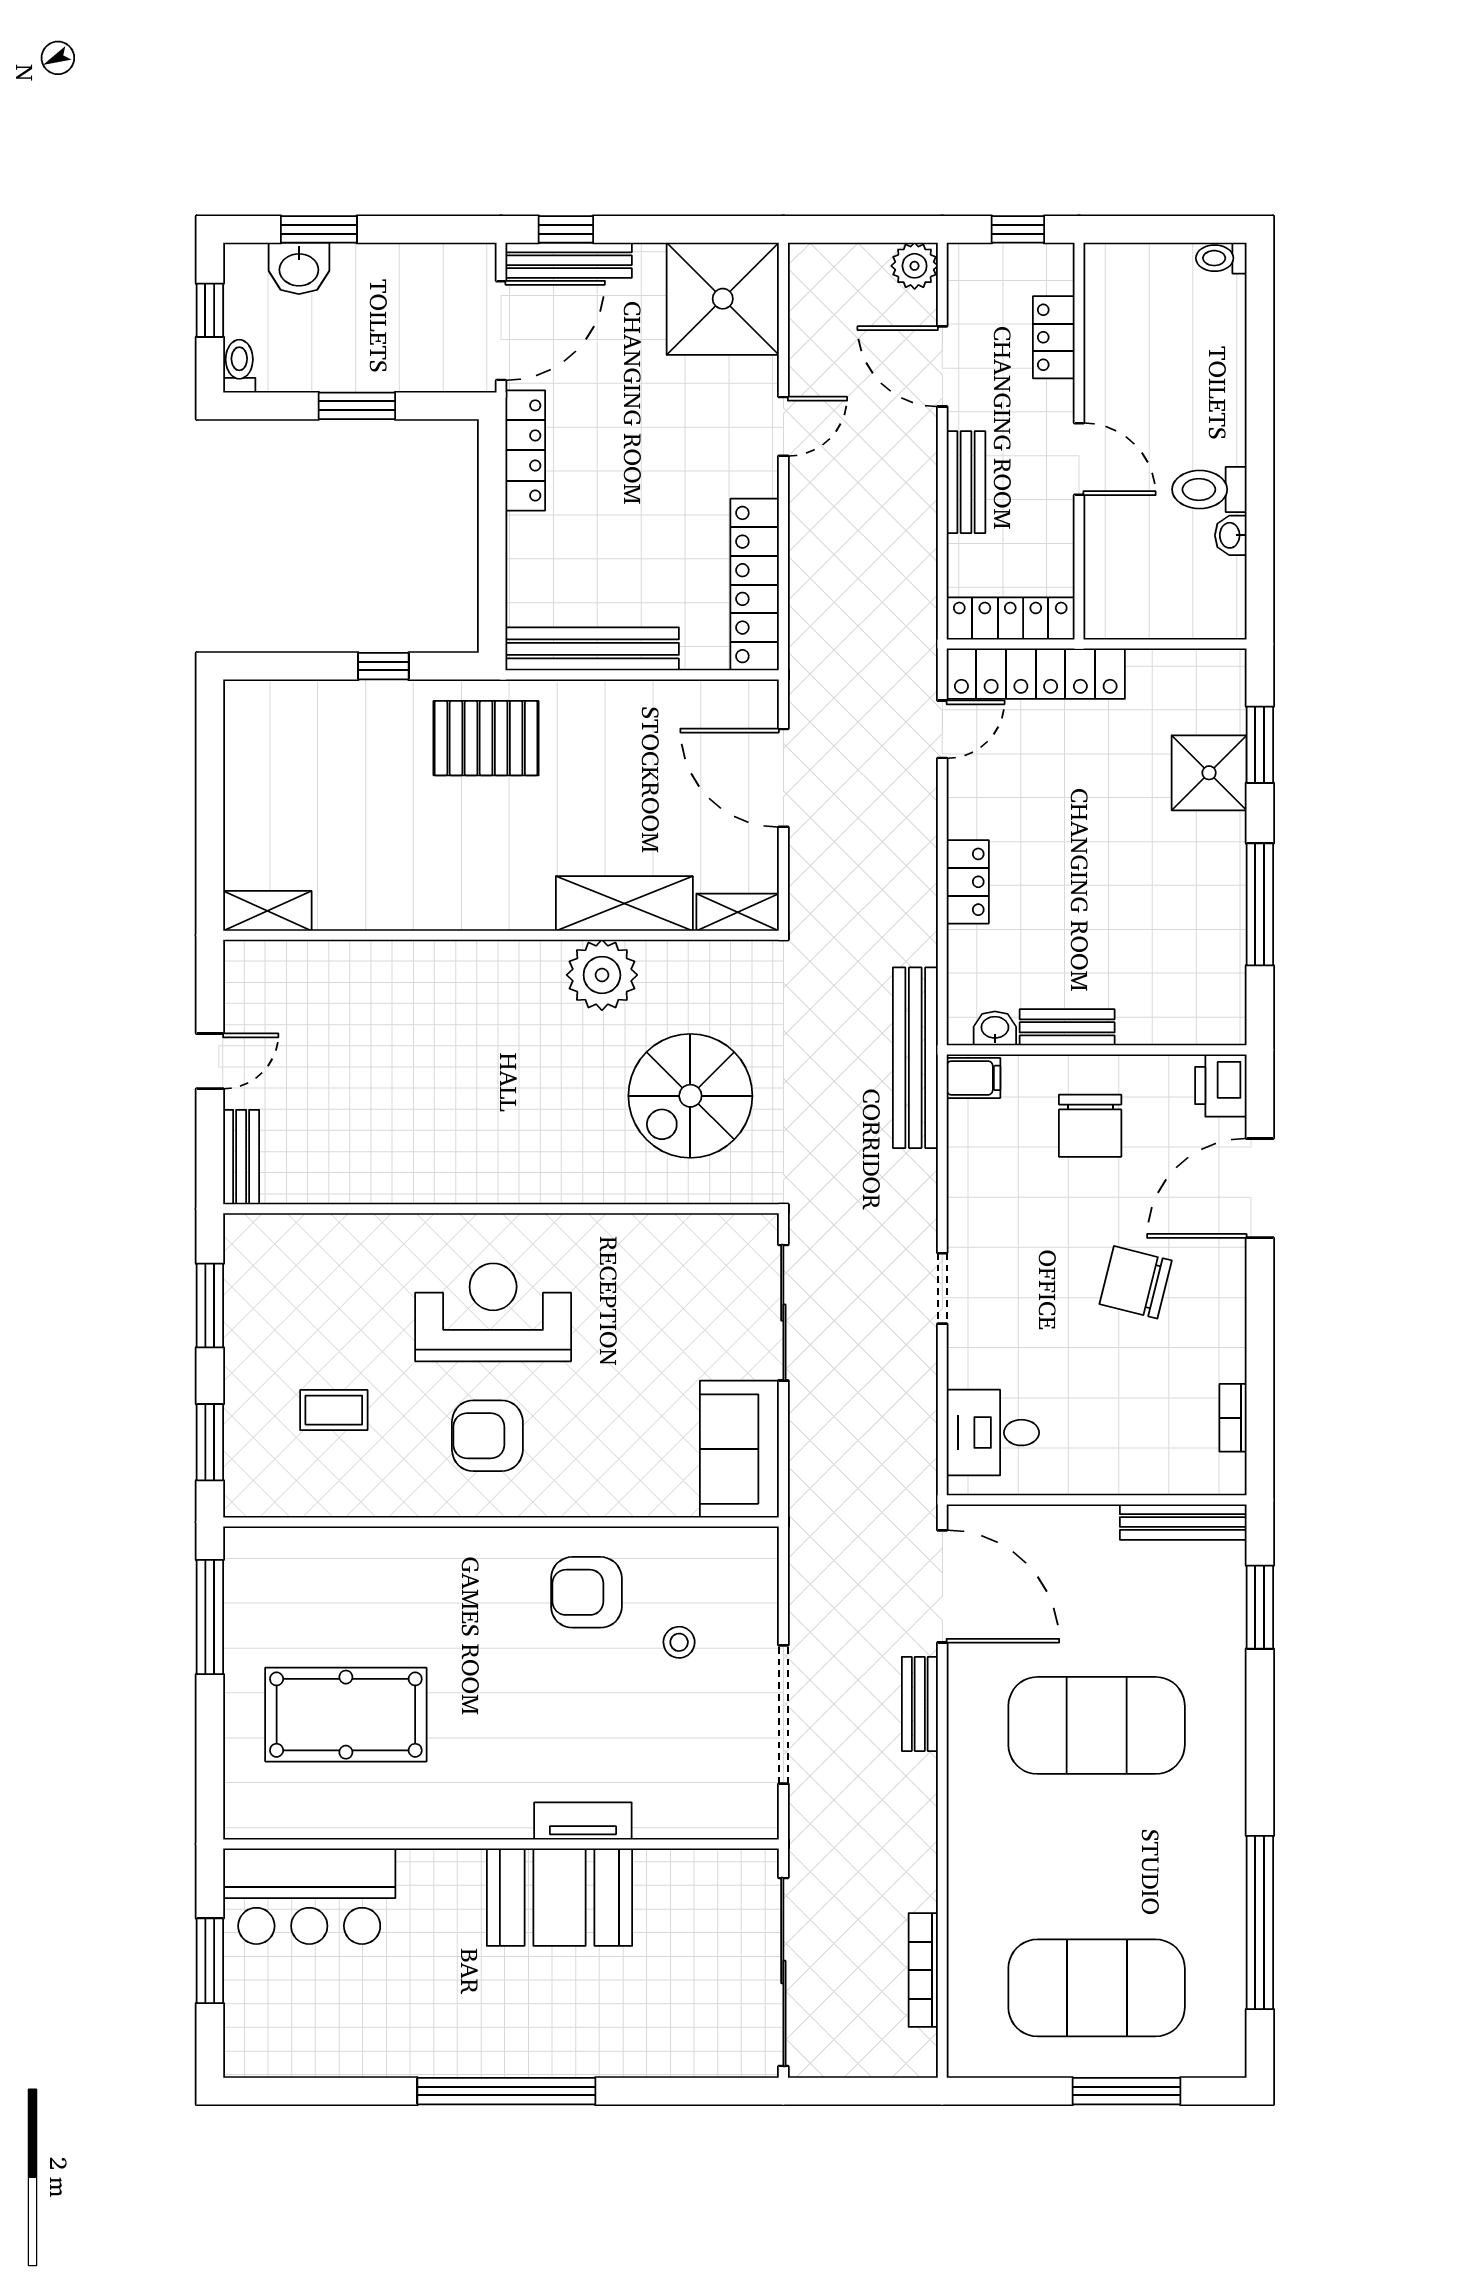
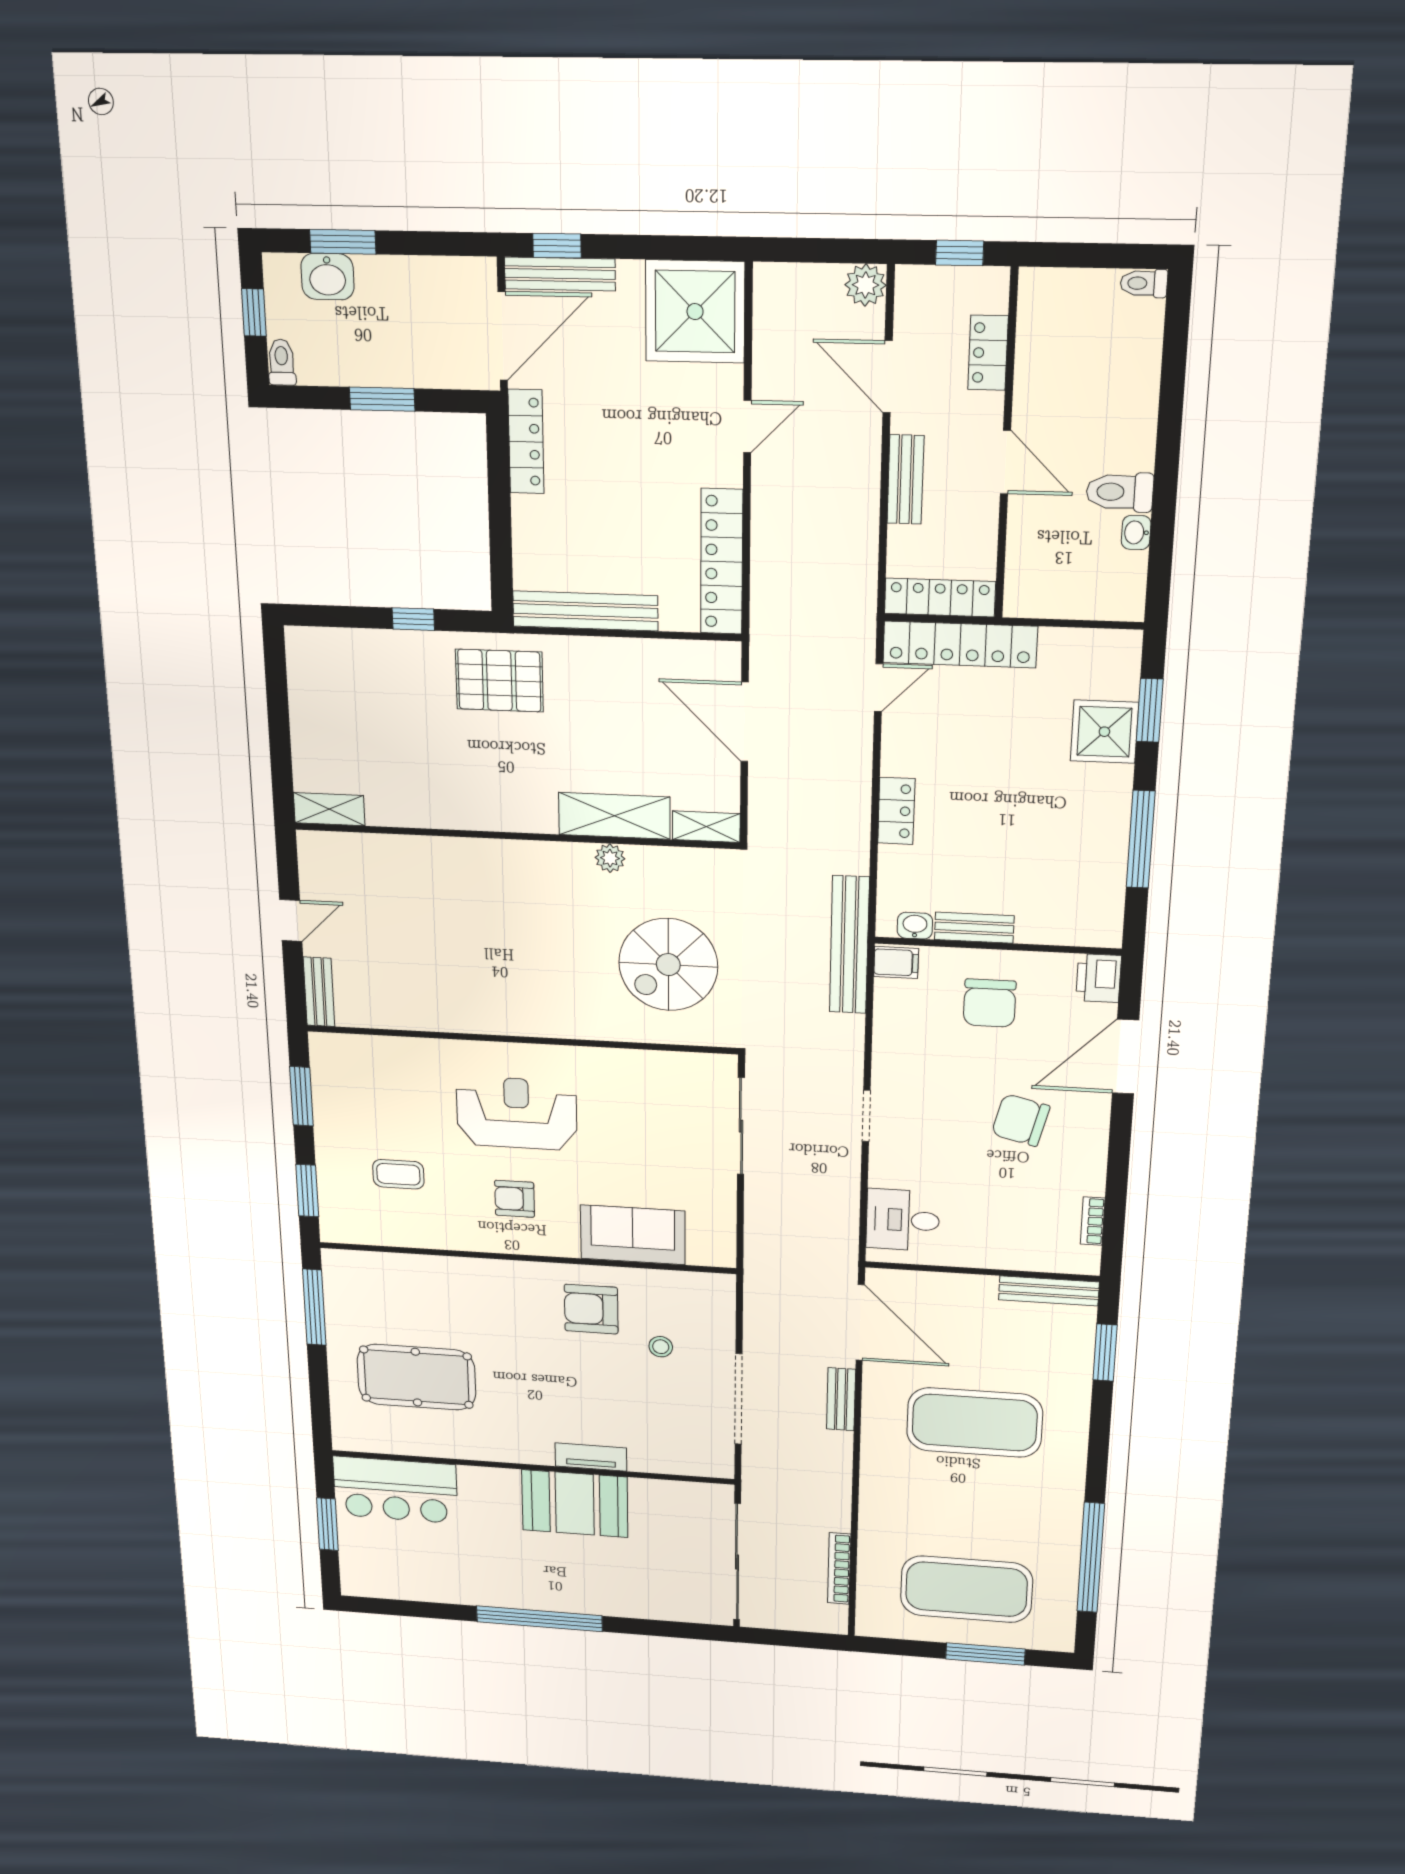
plant: (602, 975) -> (610, 858), width x0.53, depth x0.53
armchair: (487, 1436) -> (515, 1199), width x0.72, depth x0.72
sofa: (739, 1449) -> (633, 1235), moved, turned 90

